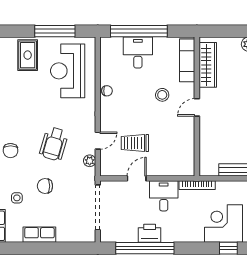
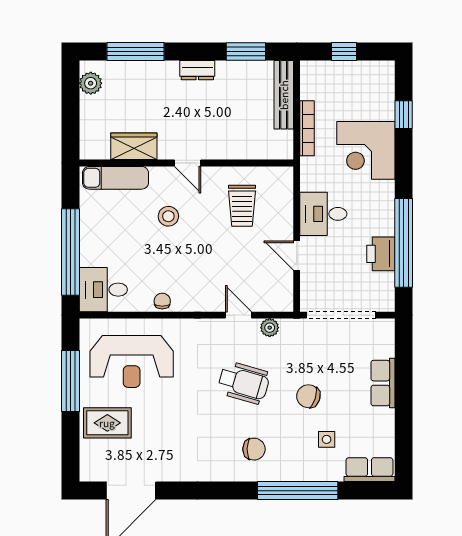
desk: (138, 52) -> (103, 290), moved
wardrobe: (208, 65) -> (134, 146), width x0.67
trolley: (135, 143) -> (242, 206), moved
bookcase: (197, 185) -> (307, 128), moved
chair: (45, 186) -> (308, 396), turned 108
corner desk: (224, 223) -> (366, 150), moved
printer: (150, 233) -> (381, 254), moved
row of seats: (39, 235) -> (383, 383), moved

